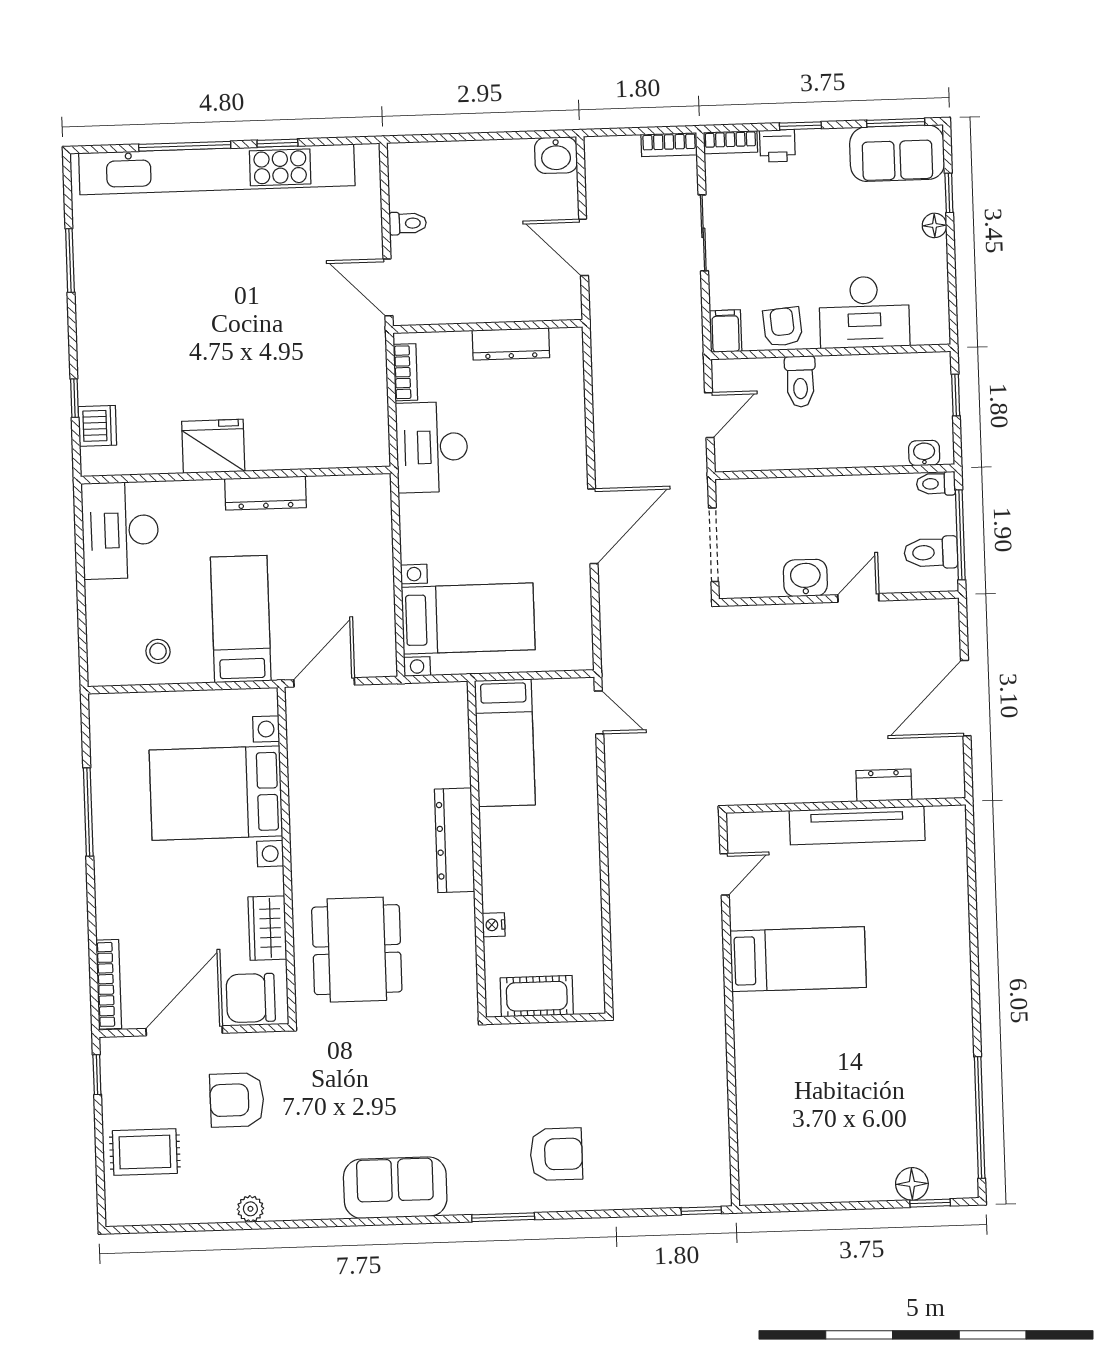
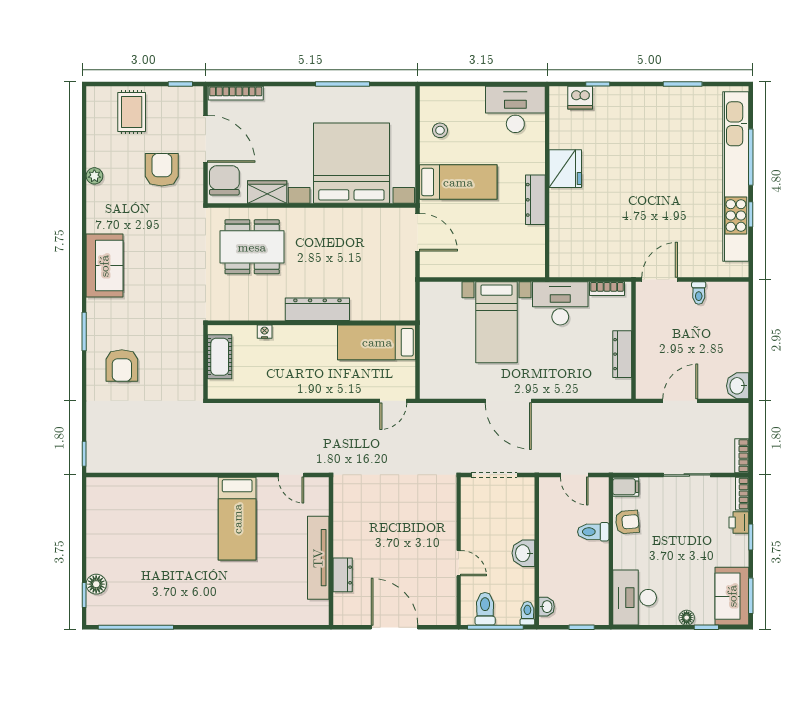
desk: (864, 312) -> (635, 598), moved
washbasin: (805, 578) -> (523, 553), moved, turned 180
bed with nightstands: (468, 619) -> (497, 322), moved
bed with nightstands: (216, 793) -> (351, 163), width x1.36

